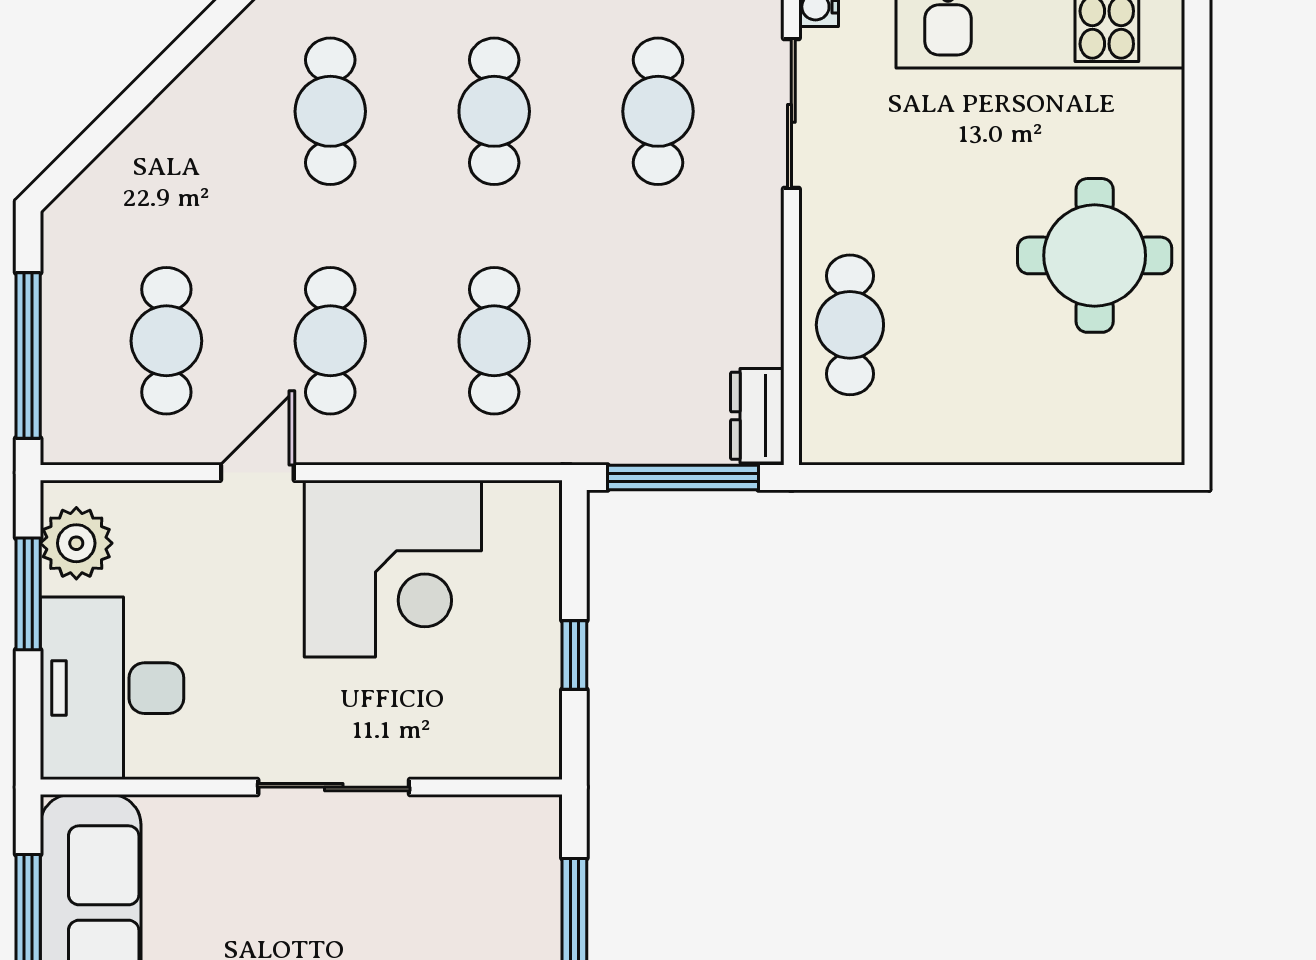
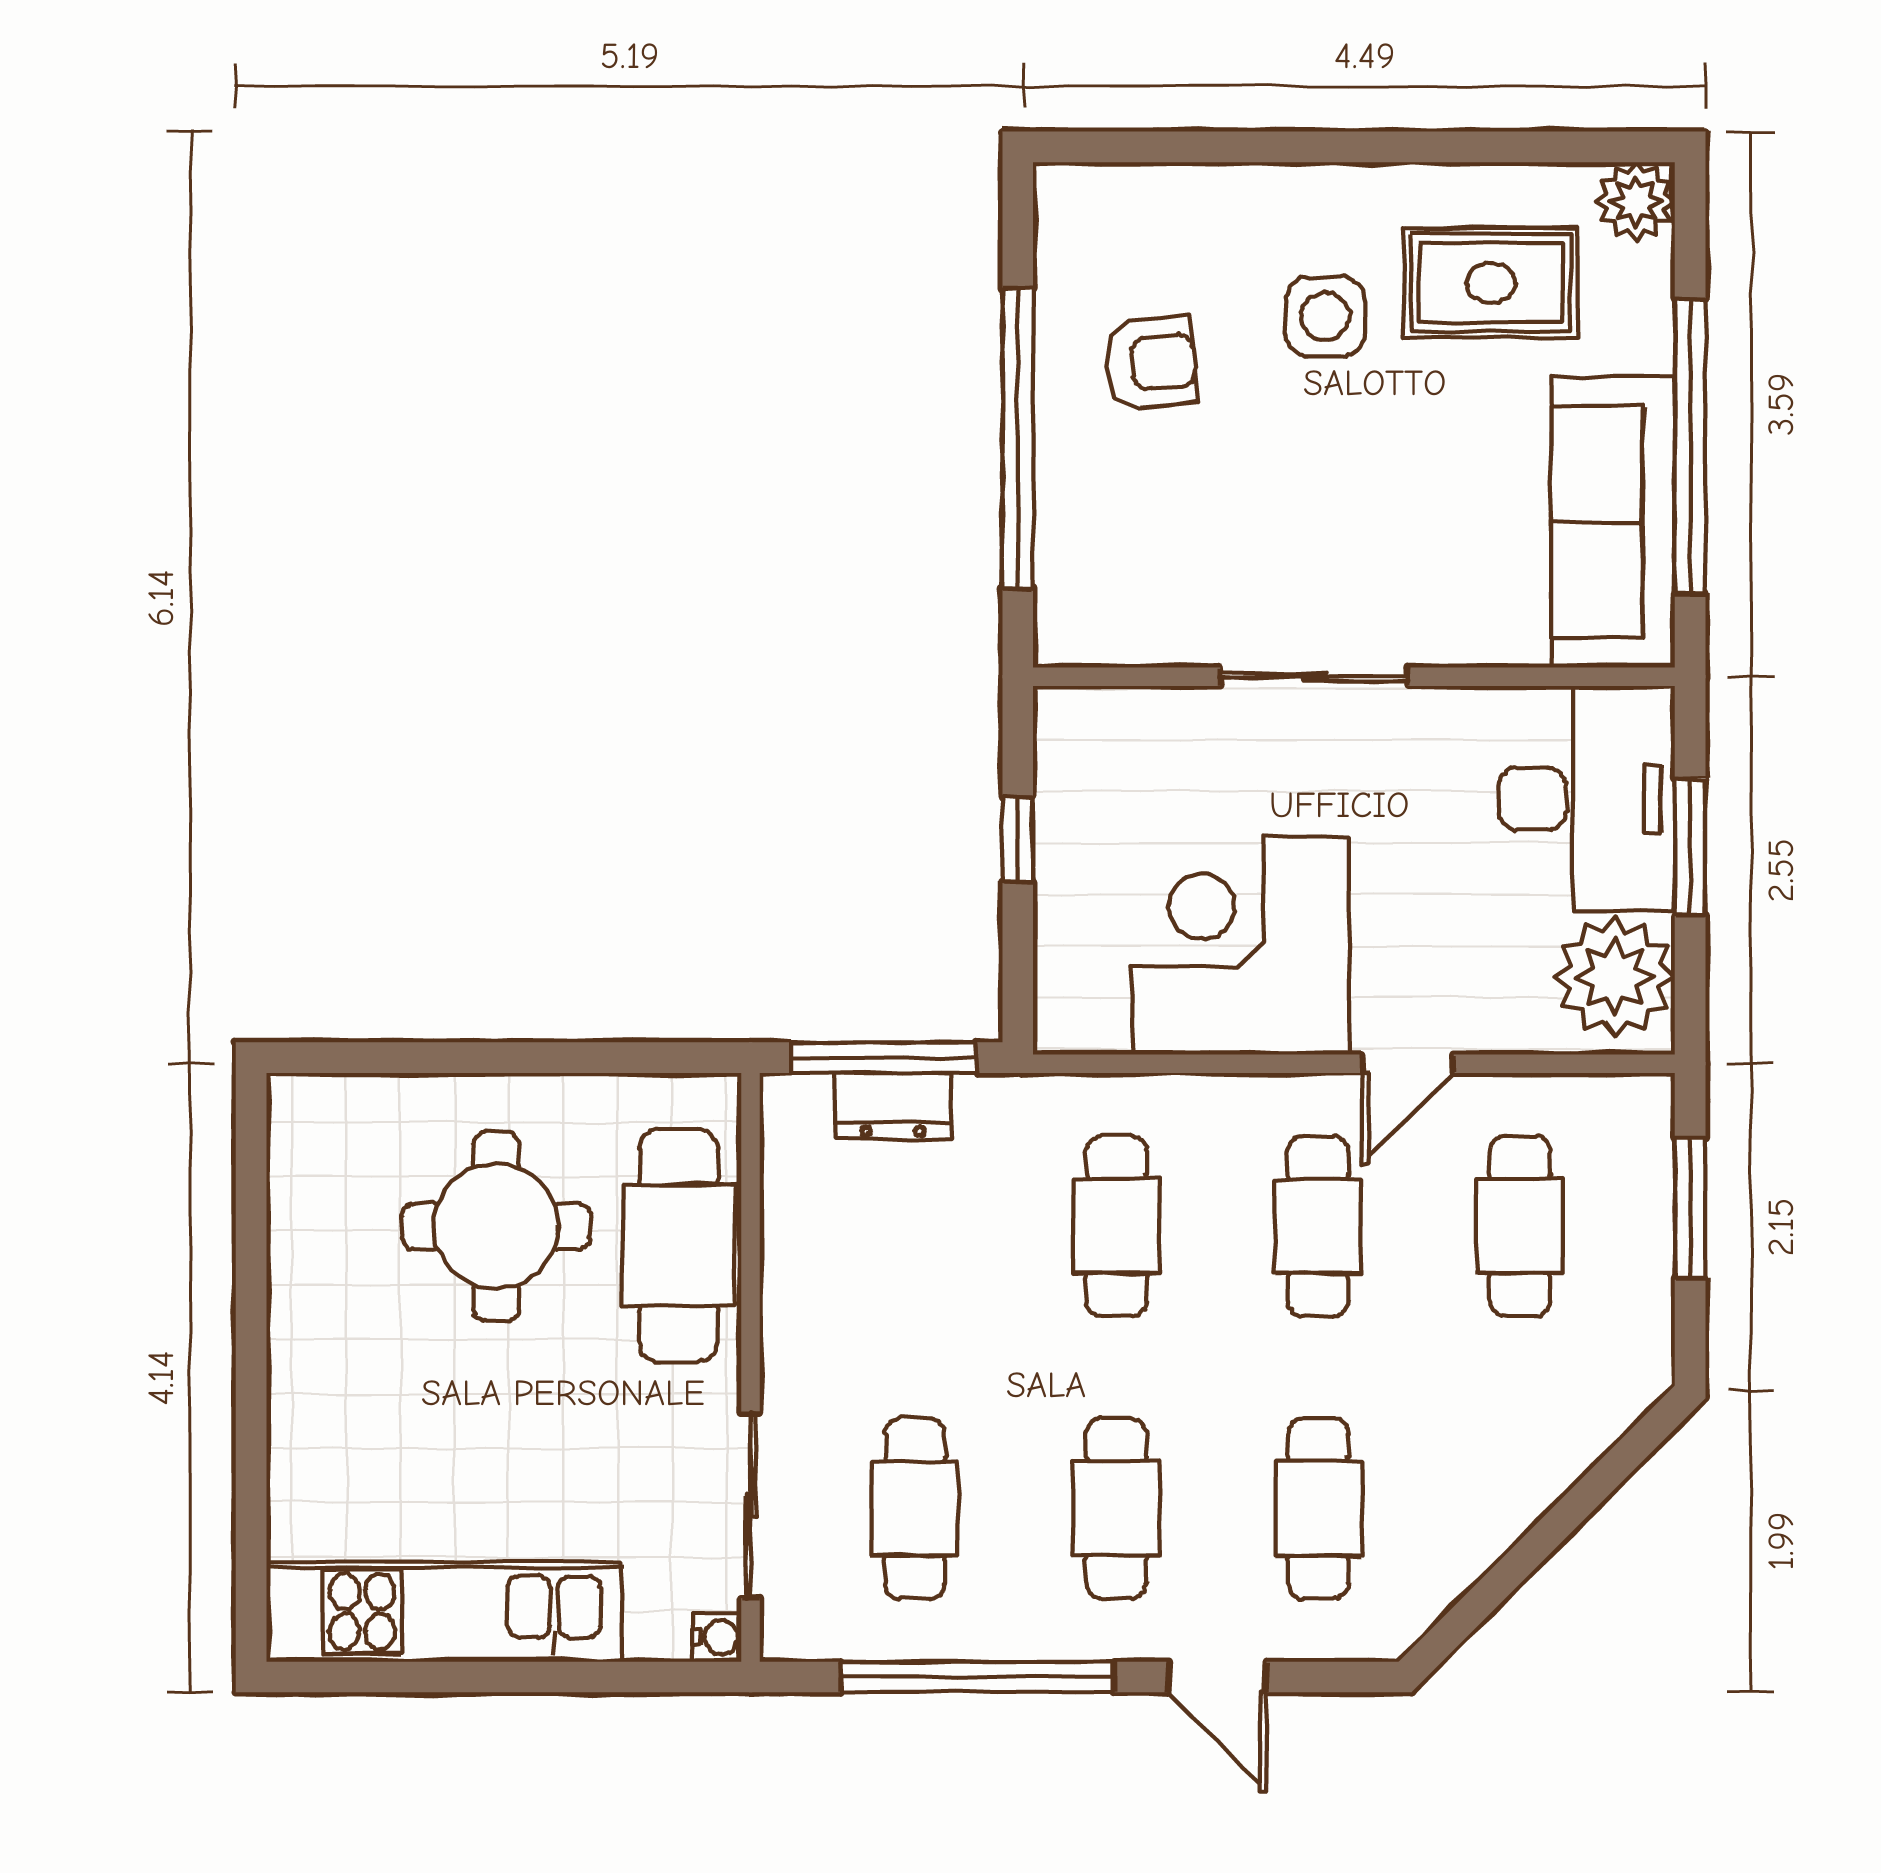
round table: (1095, 255) -> (496, 1226), moved
cafe table: (850, 325) -> (678, 1246), width x1.37, depth x1.35
window: (28, 355) -> (1690, 1208), width x0.69
dresser: (757, 416) -> (893, 1106), moved, turned 90
plant: (76, 543) -> (1615, 977), width x1.36, depth x1.36
window: (28, 594) -> (1690, 847), moved

